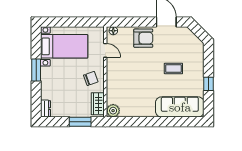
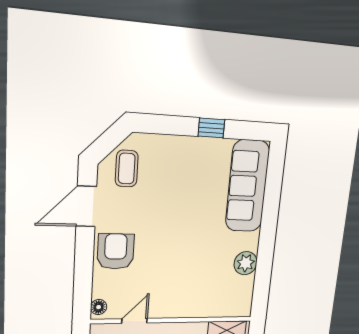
coffee table: (173, 69) -> (127, 169), moved
plant: (113, 111) -> (246, 263), moved

